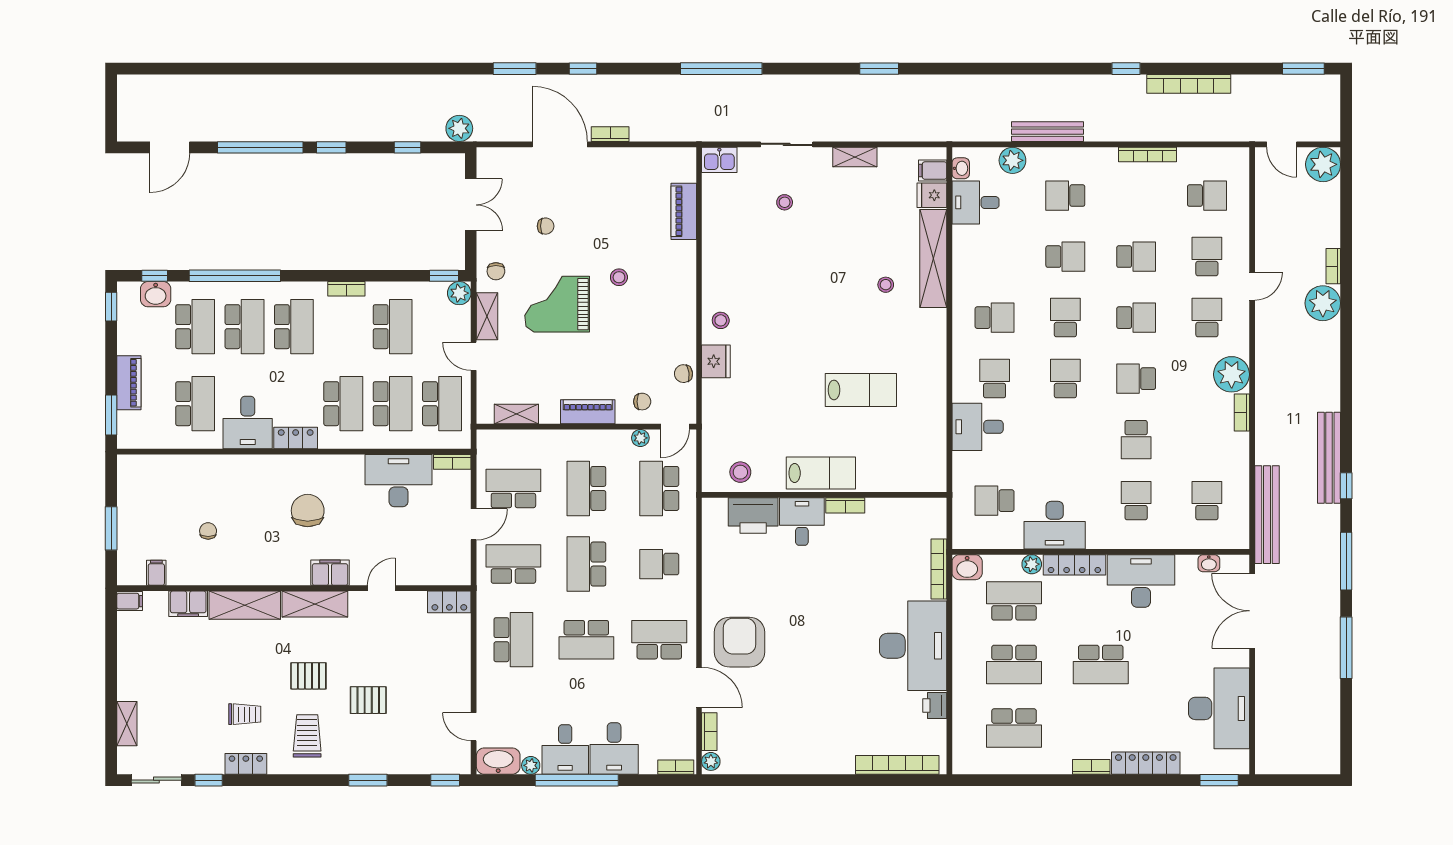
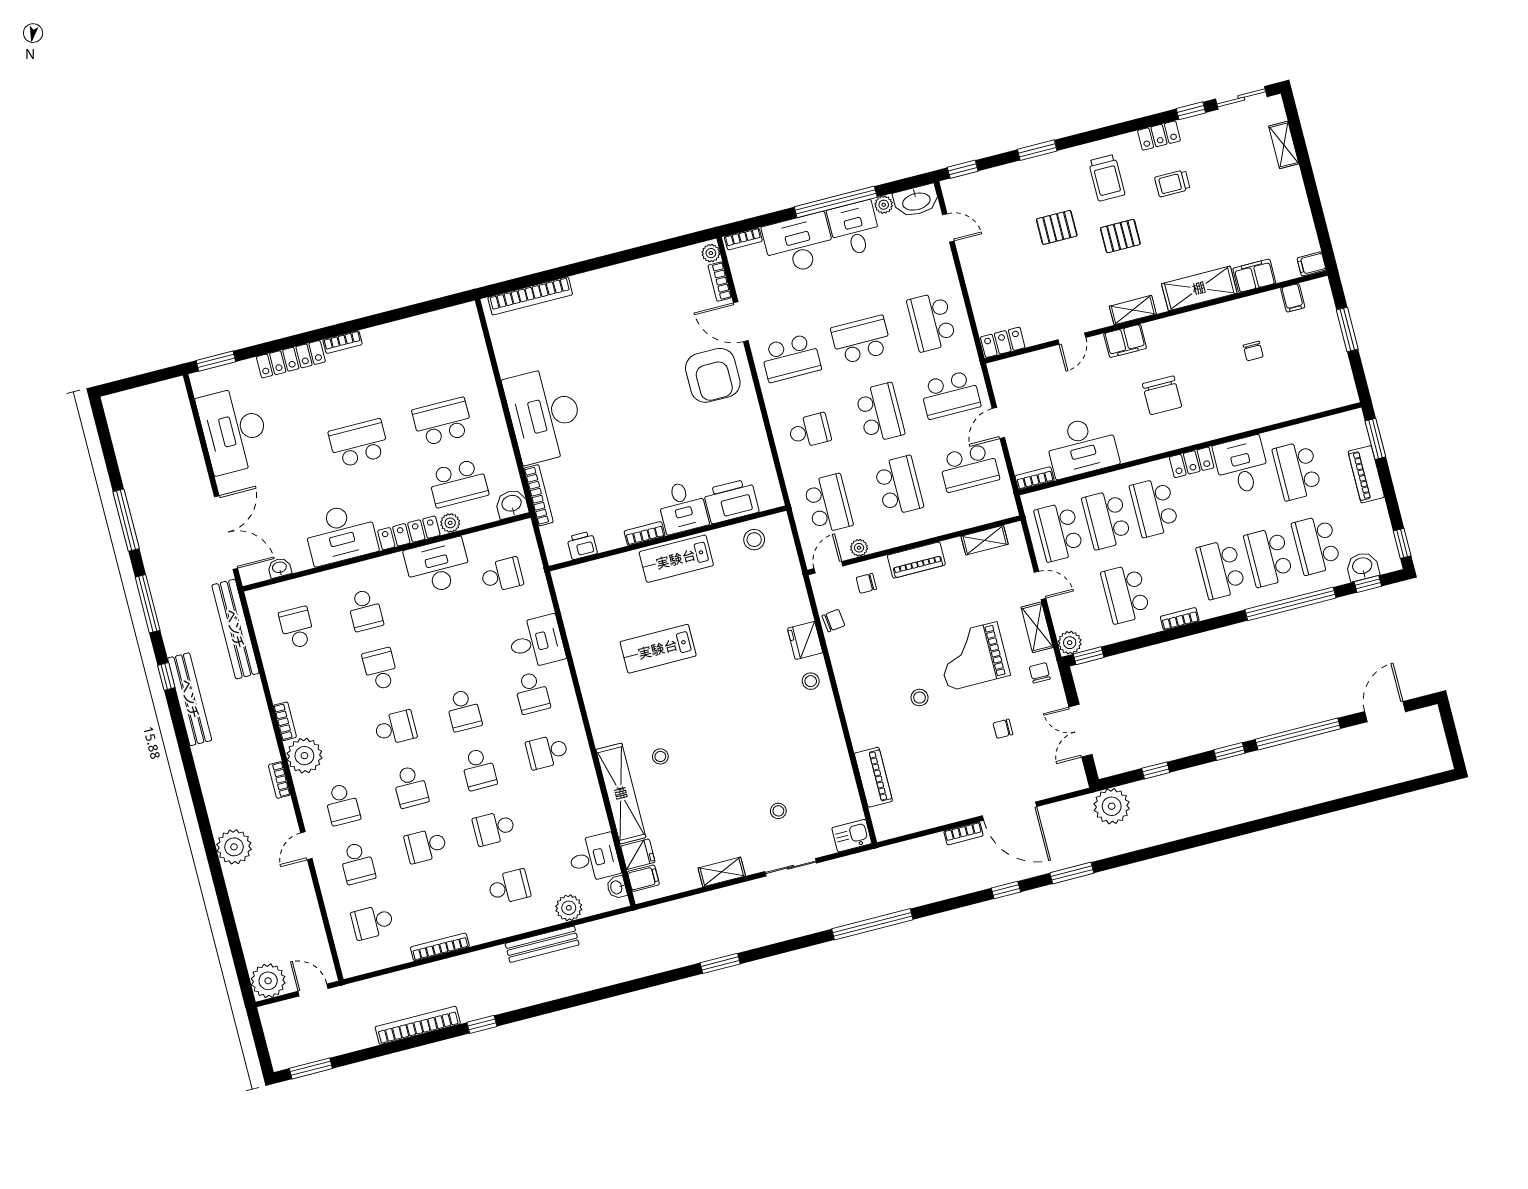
plant: (459, 128) -> (1112, 806), width x1.36, depth x1.36
bookcase: (1333, 266) -> (279, 780), moved, turned 180
grand piano: (557, 304) -> (973, 656), turned 180
school desk: (1136, 318) -> (411, 787), turned -90
school desk: (1207, 501) -> (297, 628), turned 180
shelving: (315, 604) -> (1133, 310), width x0.67, depth x0.75
printer: (935, 705) -> (582, 545), moved, turned -90
school desk: (1014, 728) -> (427, 360), removed
desk: (614, 749) -> (799, 244), width x1.37

